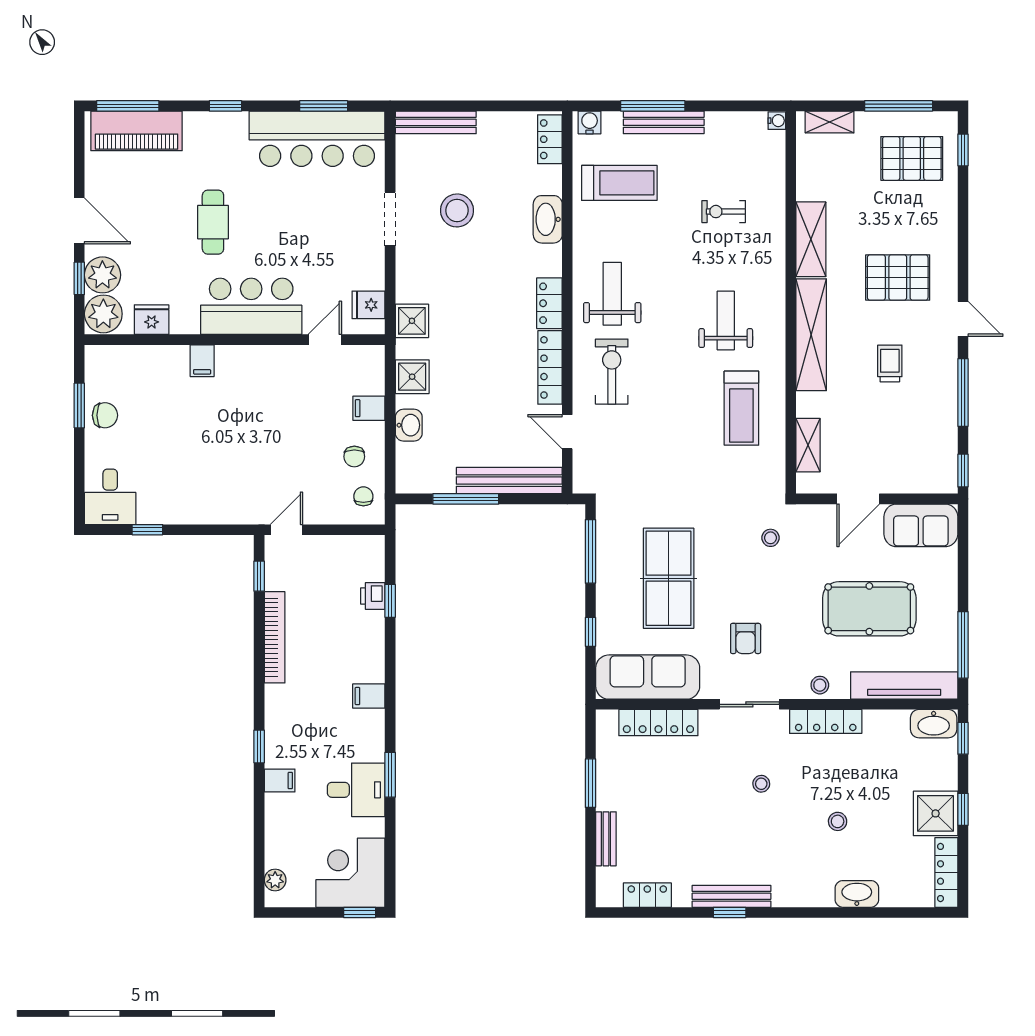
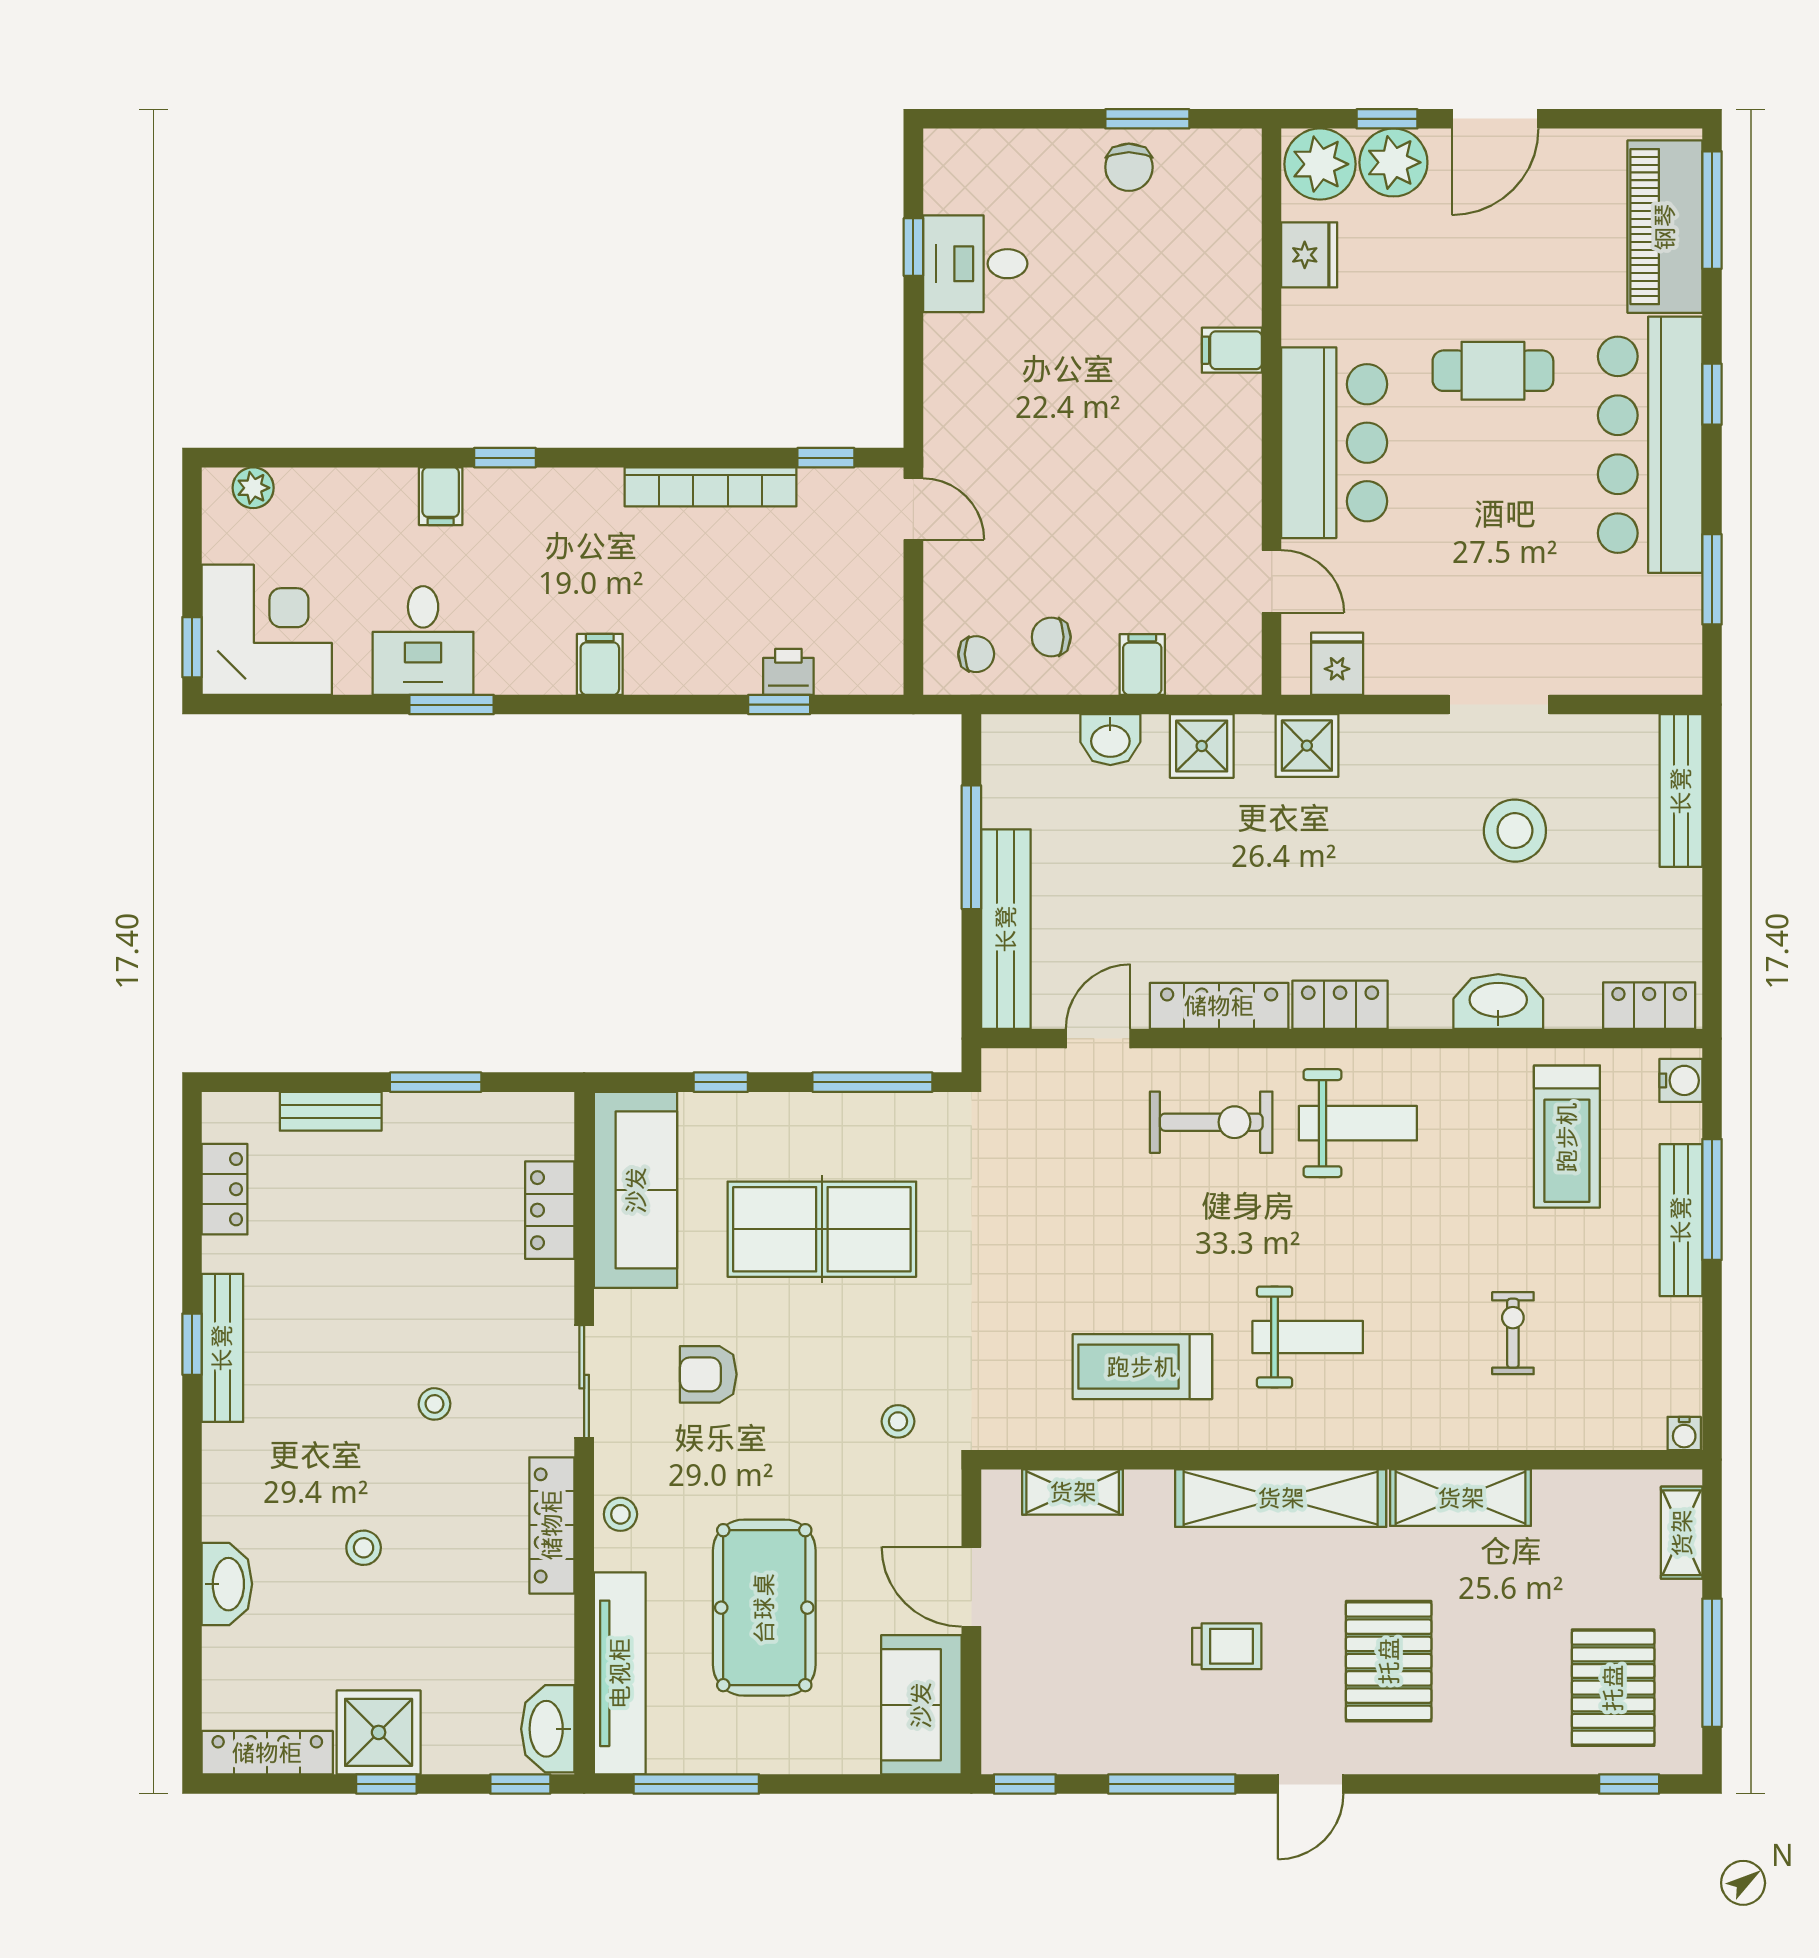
bar counter: (317, 139) -> (1650, 445), moved
desk: (110, 497) -> (975, 264), moved
locker: (658, 723) -> (550, 1210), width x0.66

